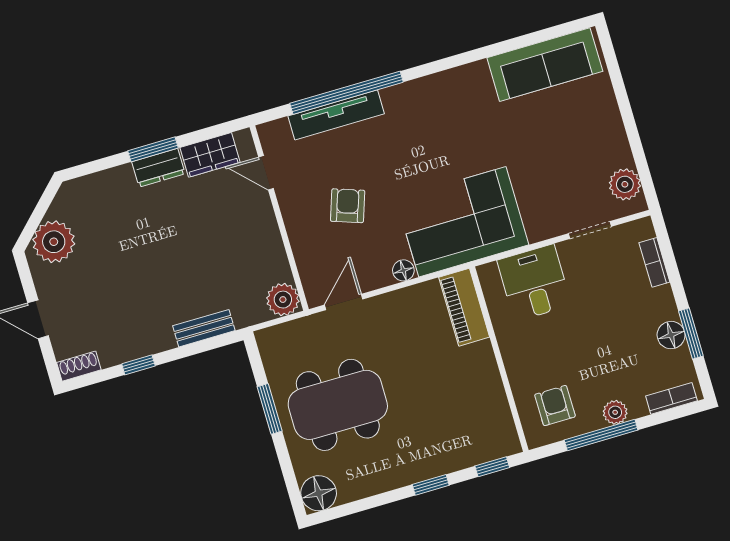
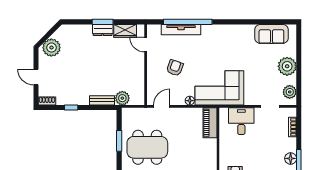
sofa: (545, 65) -> (271, 34), width x0.73
plant: (602, 128) -> (287, 66), added
plant: (283, 300) -> (122, 98), moved

